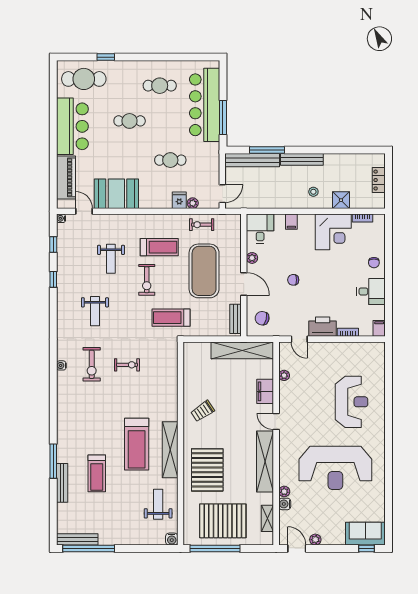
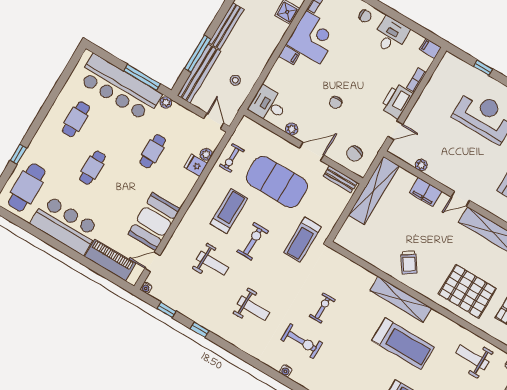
plant: (214, 148) -> (166, 102), added
stool: (313, 192) -> (235, 80), moved
filing cabinet: (291, 222) -> (289, 55), moved
exercise bike: (147, 280) -> (253, 241), turned -90
window: (389, 378) -> (483, 68), added
shelving: (170, 450) -> (401, 299), moved

